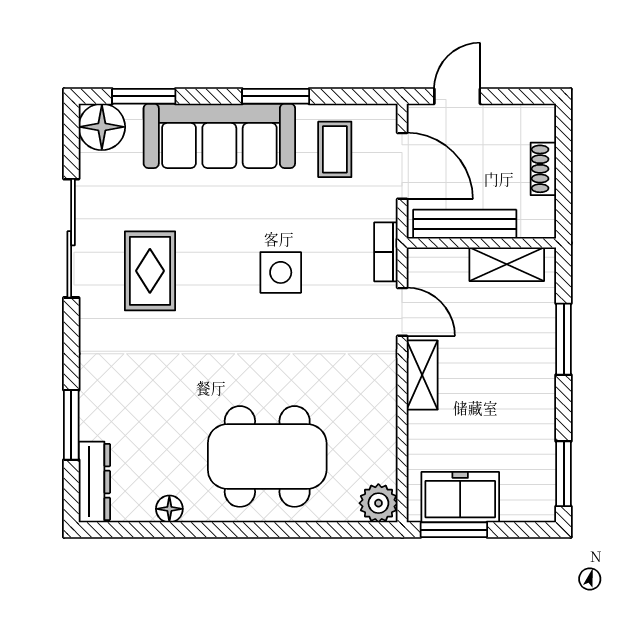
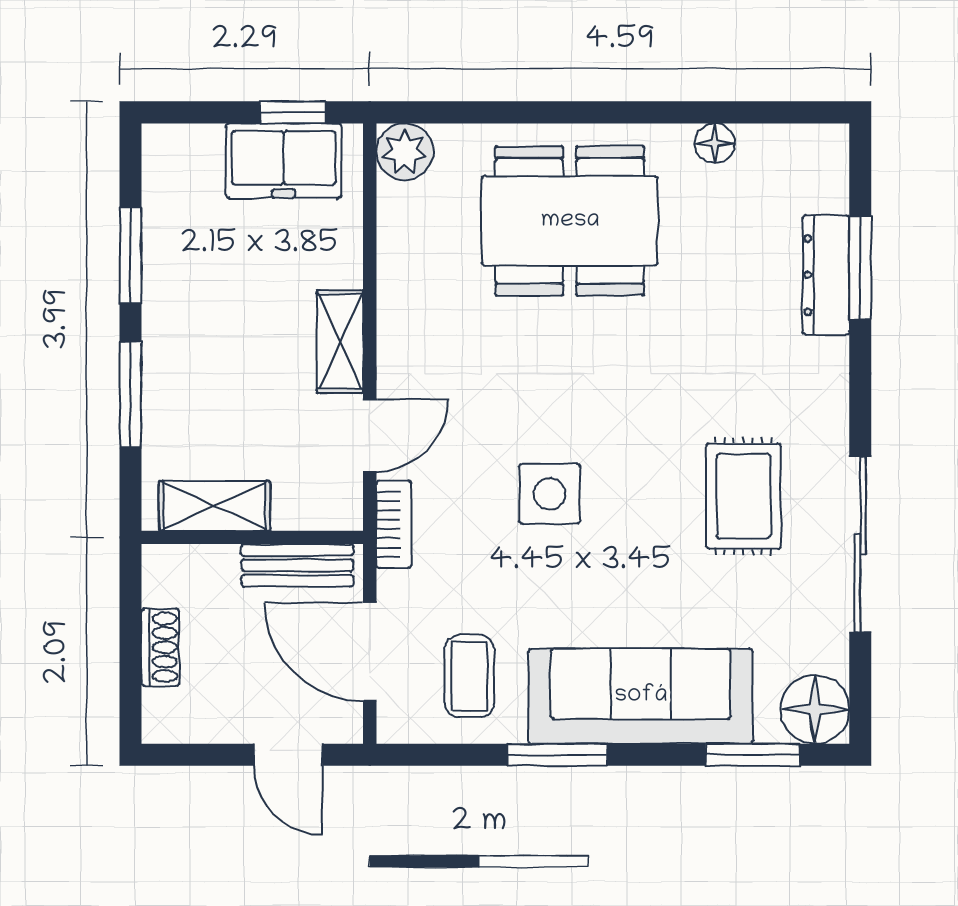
door: (457, 96) -> (288, 755), hinge flipped
bench: (465, 224) -> (297, 565), width x0.73
door: (402, 312) -> (370, 435), swing flipped
window: (564, 474) -> (130, 256), moved
dresser: (94, 482) -> (826, 275), moved
window: (454, 530) -> (293, 112), width x0.67

